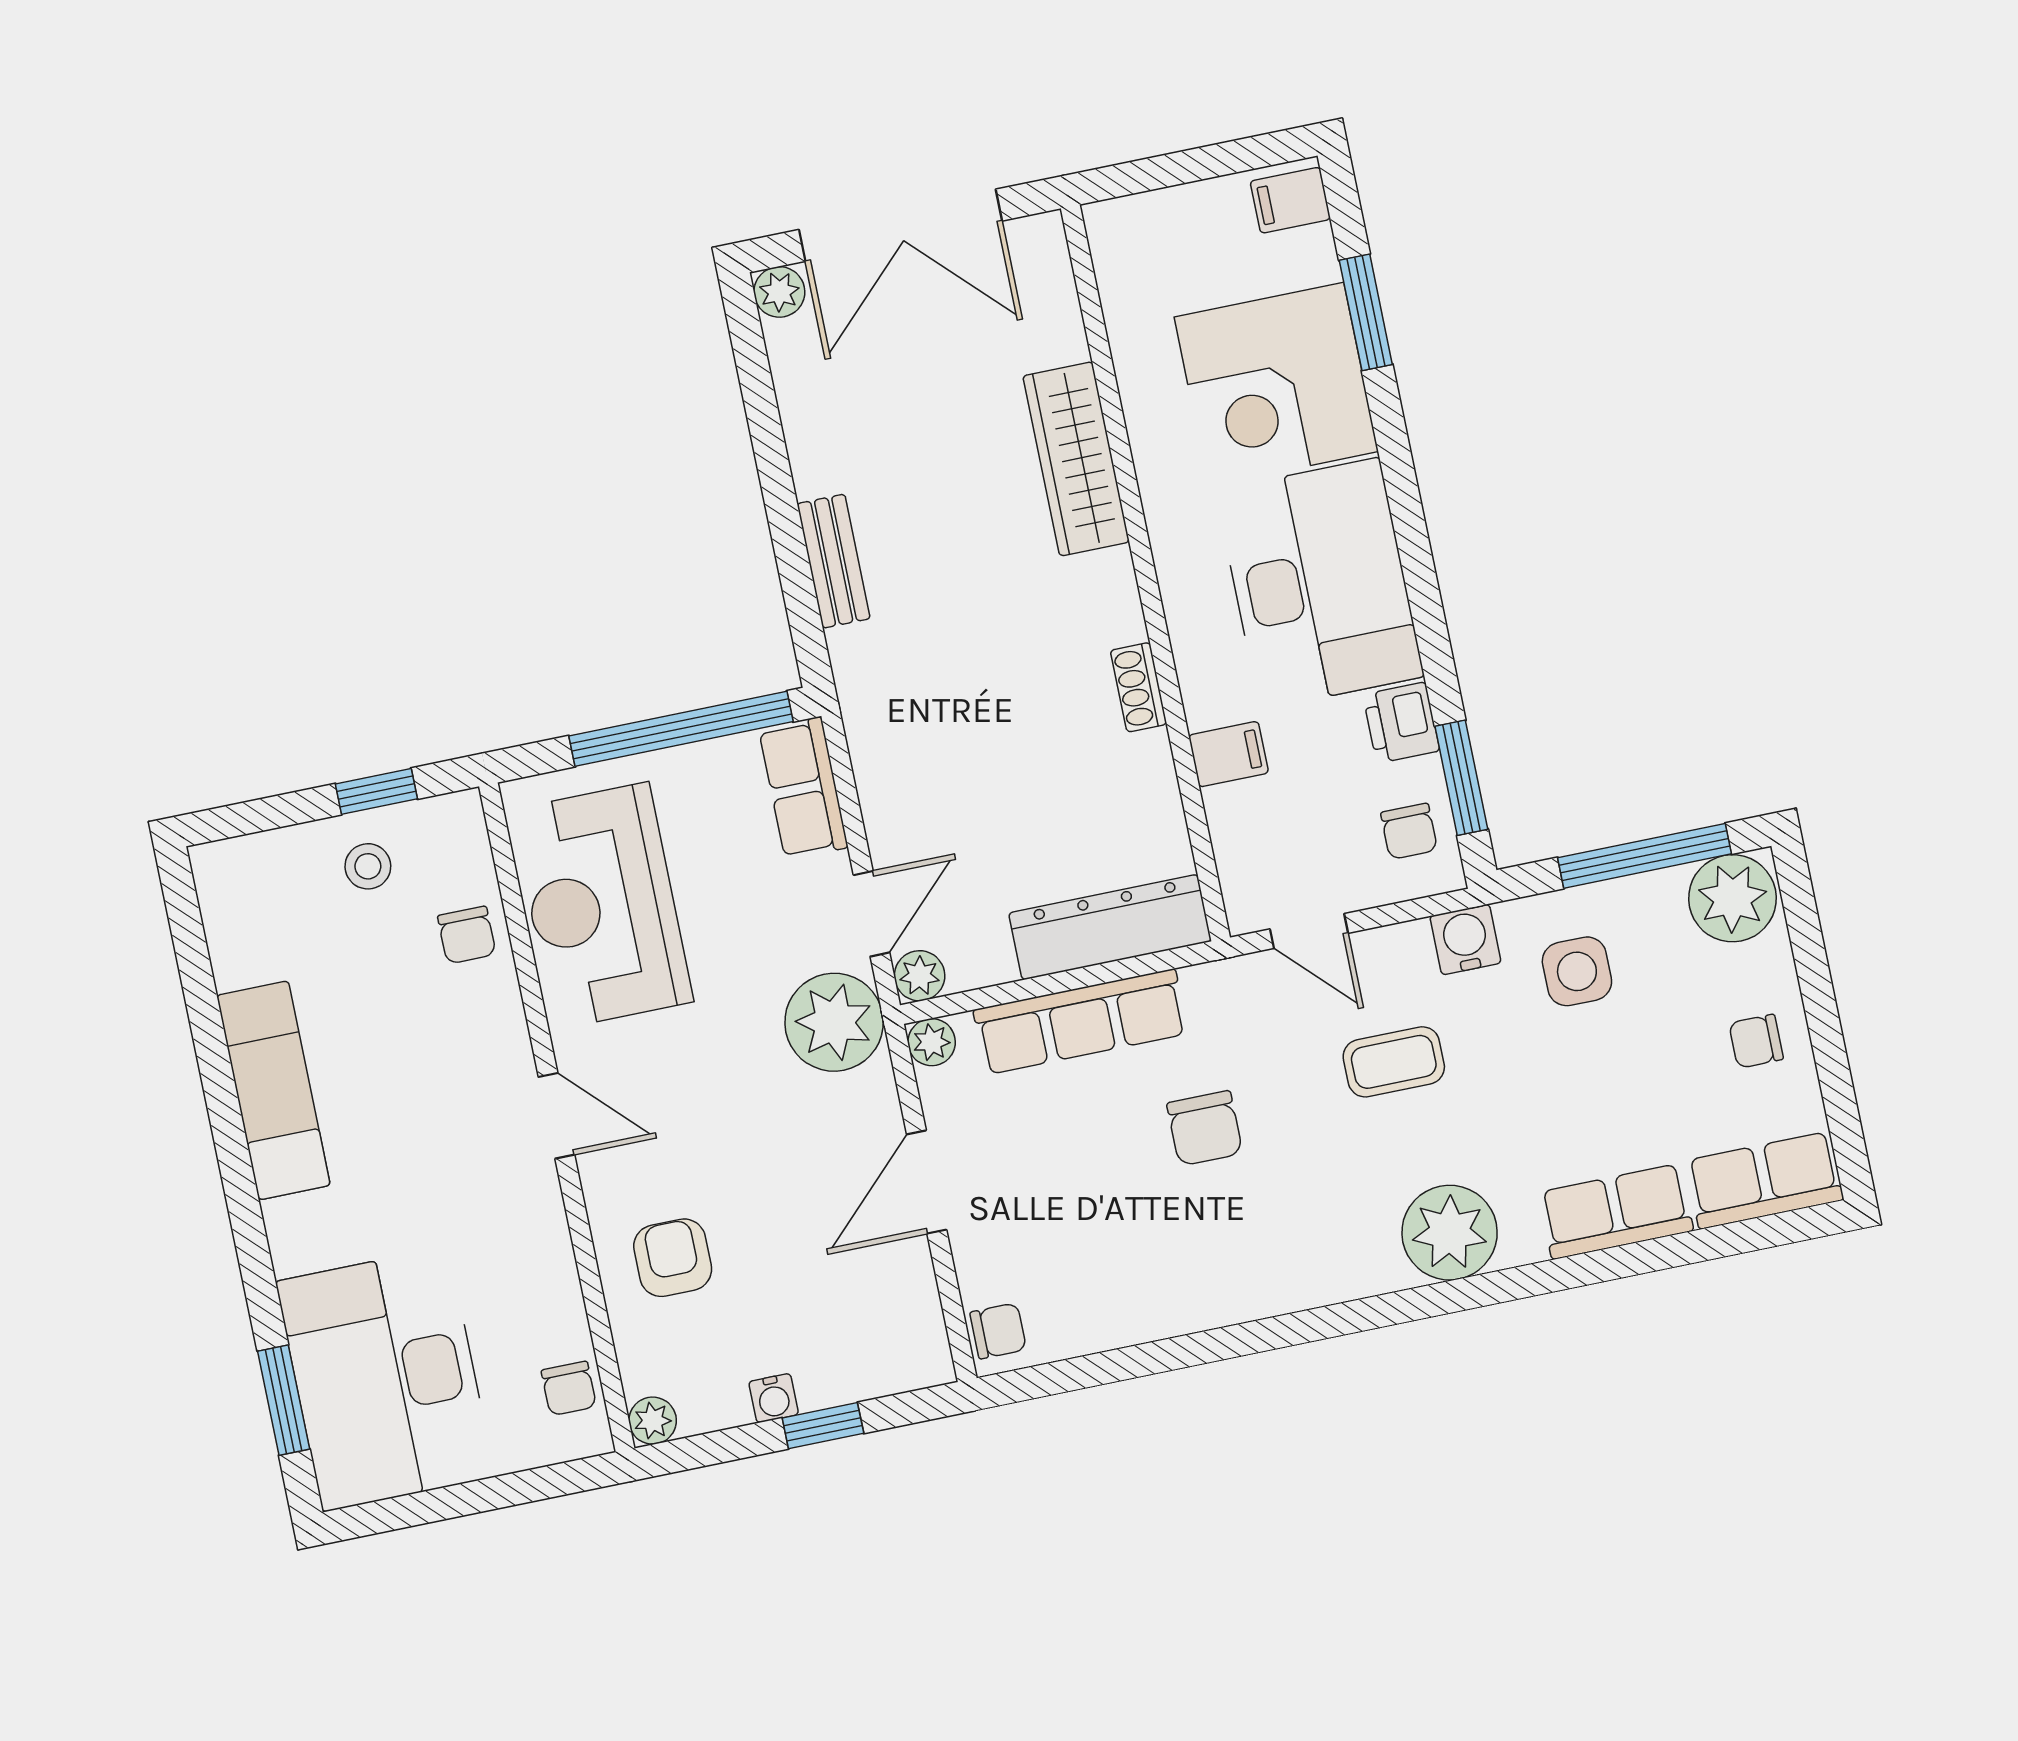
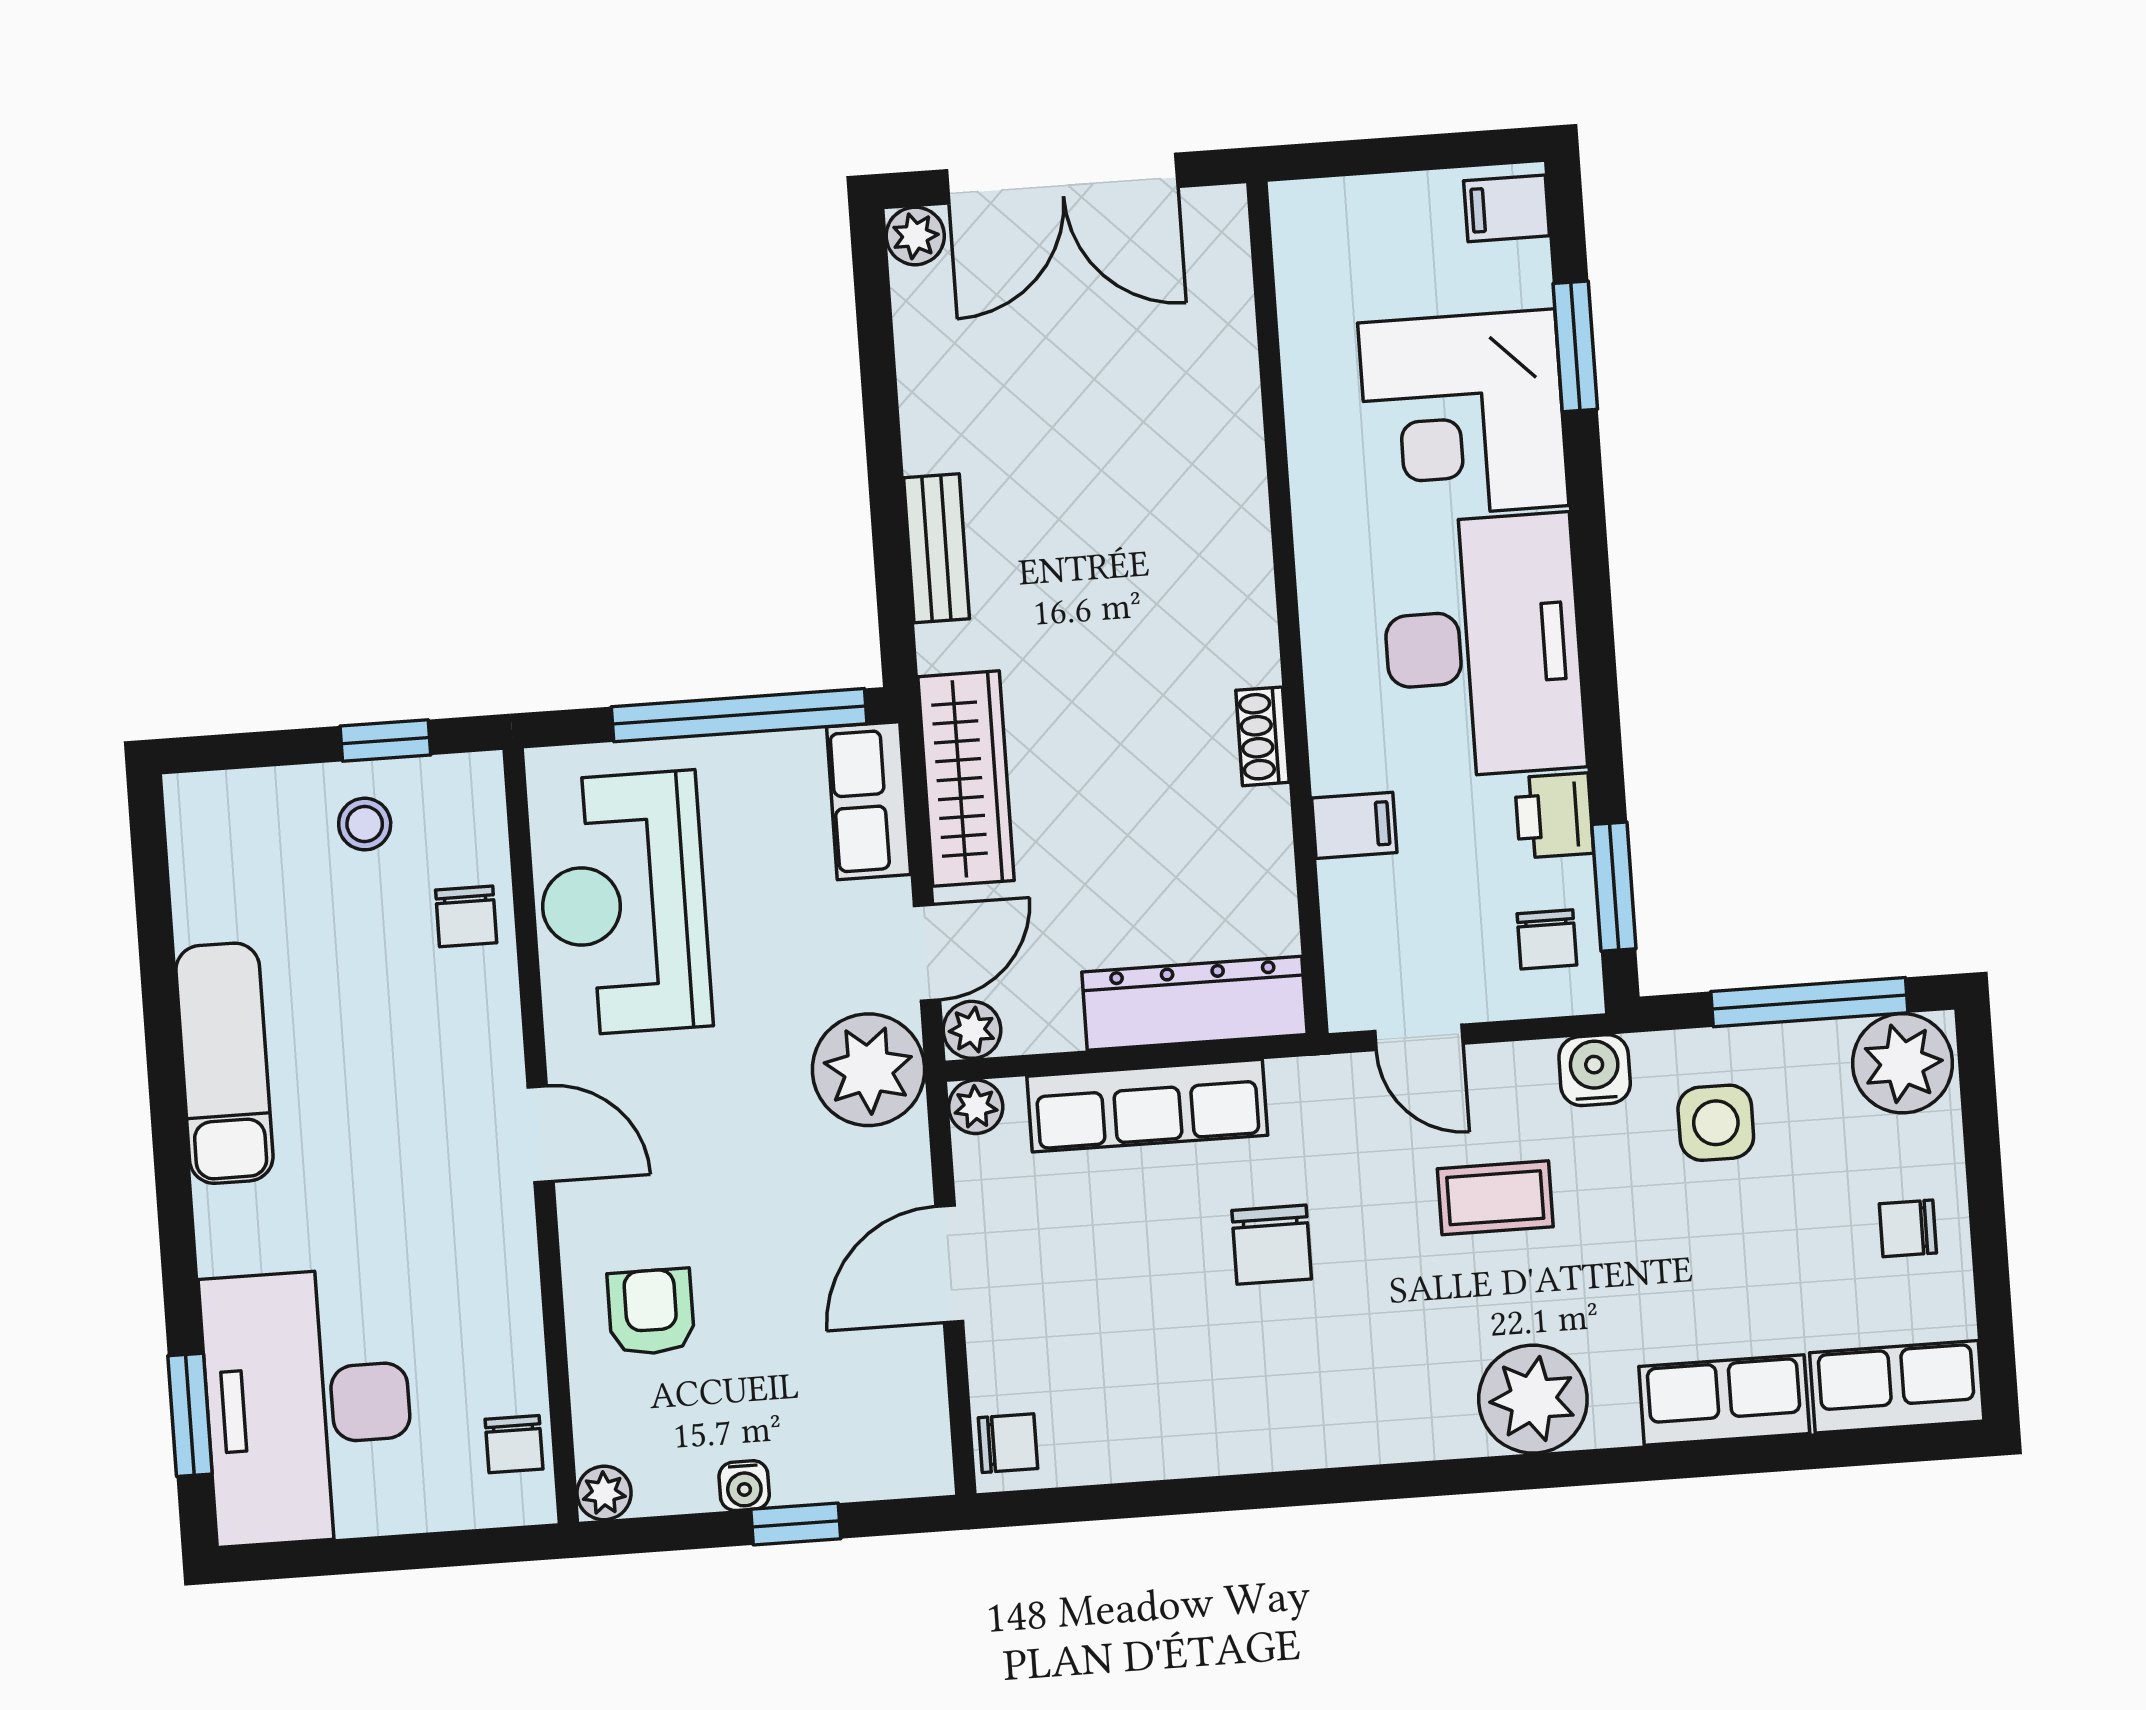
wardrobe: (1076, 459) -> (966, 779), moved, turned 180

